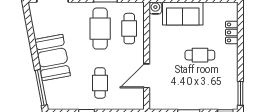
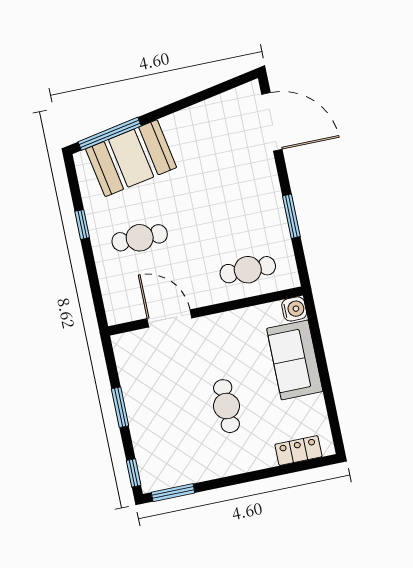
cafe table: (100, 29) -> (237, 218), removed
locker: (232, 32) -> (298, 451), moved
booth: (52, 58) -> (131, 158), moved

